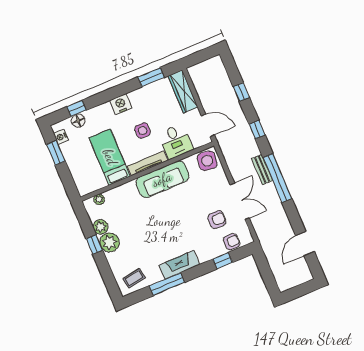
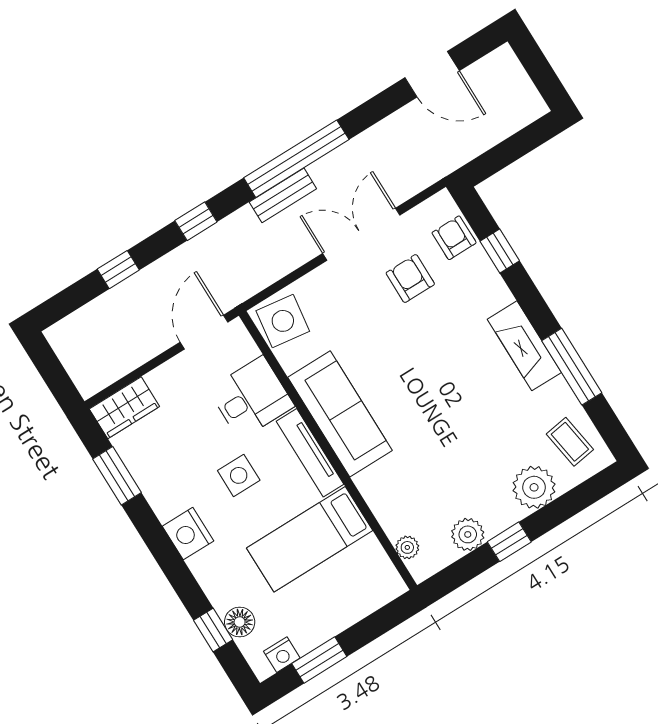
wardrobe: (183, 91) -> (124, 408), width x0.67
plant: (110, 242) -> (534, 487), moved

